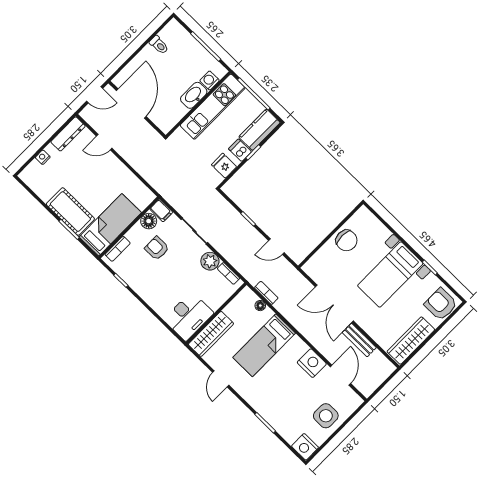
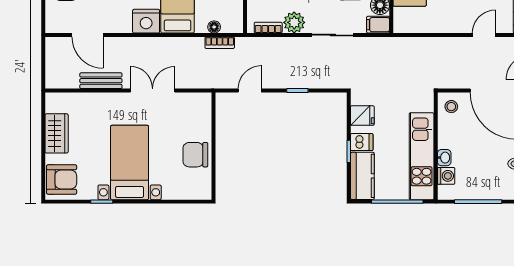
washbasin: (194, 95) -> (444, 158), width x0.52, depth x0.69
stool: (166, 119) -> (451, 107), added
double door: (334, 304) -> (153, 91), width x0.73
wardrobe: (411, 341) -> (57, 133), width x0.67
nightstand: (312, 363) -> (146, 21), moved

